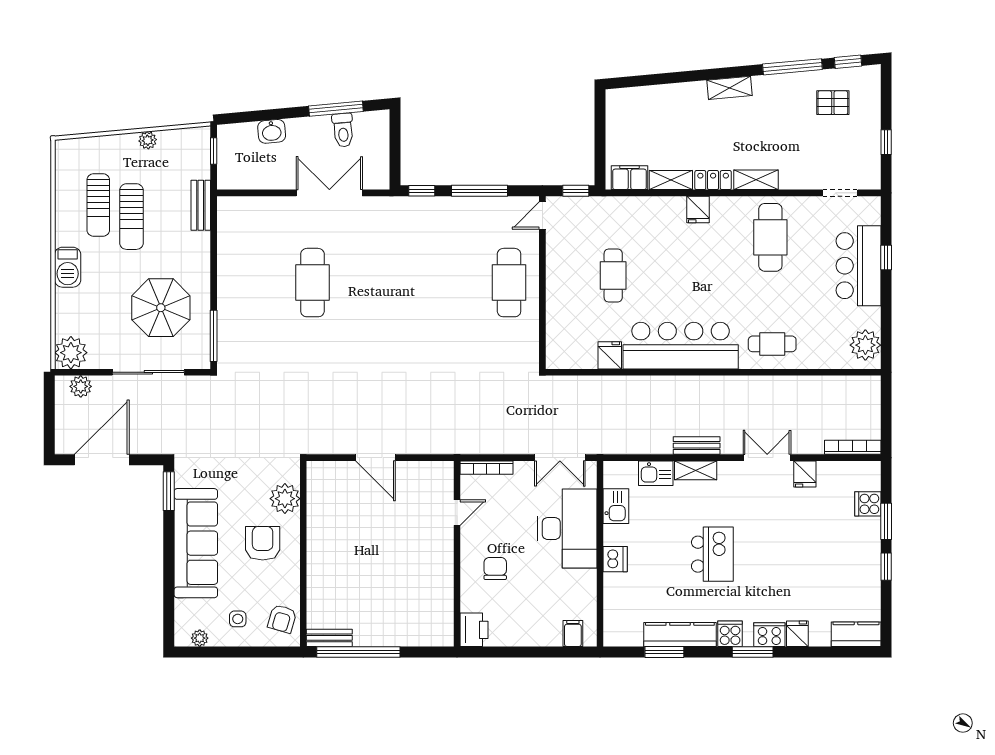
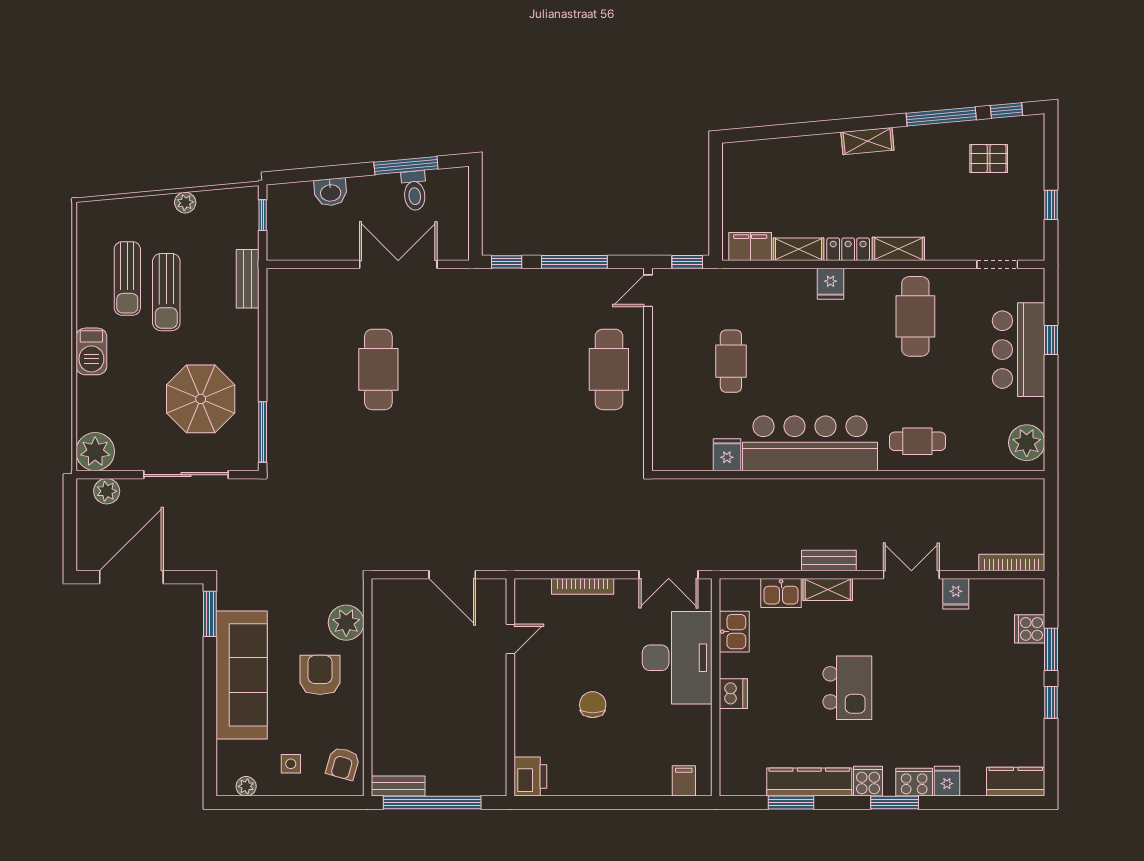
door: (457, 513) -> (510, 639), moved
wall: (457, 554) -> (510, 687), moved
printer: (474, 630) -> (530, 777), moved

